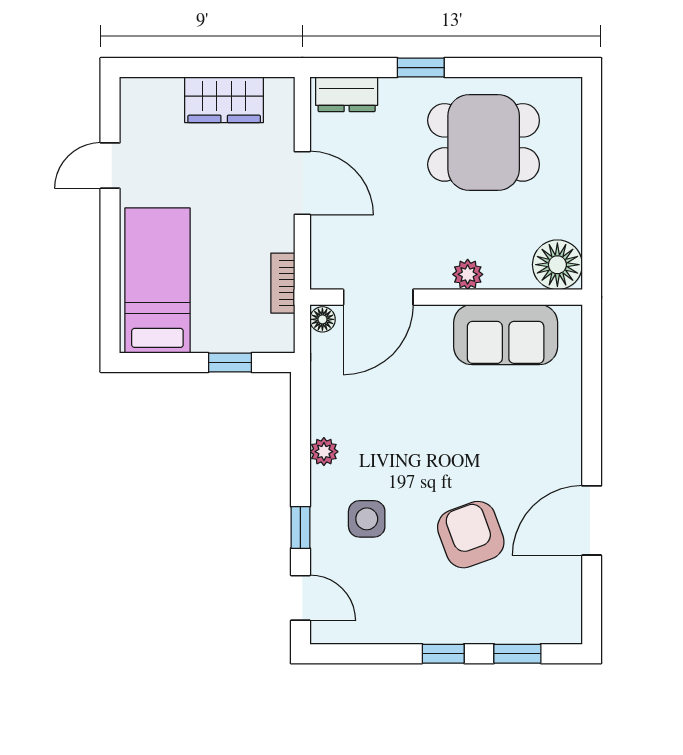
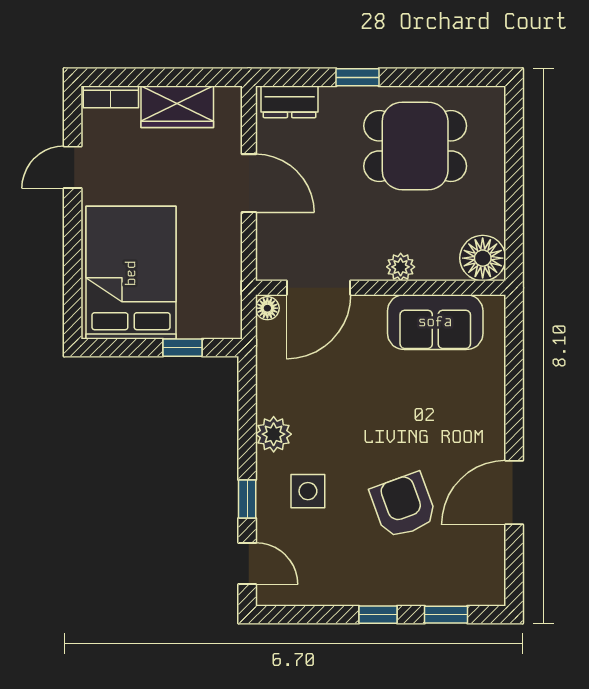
bed: (157, 281) -> (131, 273), width x1.50
bookcase: (283, 283) -> (111, 97), moved, turned -90
plant: (324, 452) -> (274, 434), width x1.38, depth x1.38

